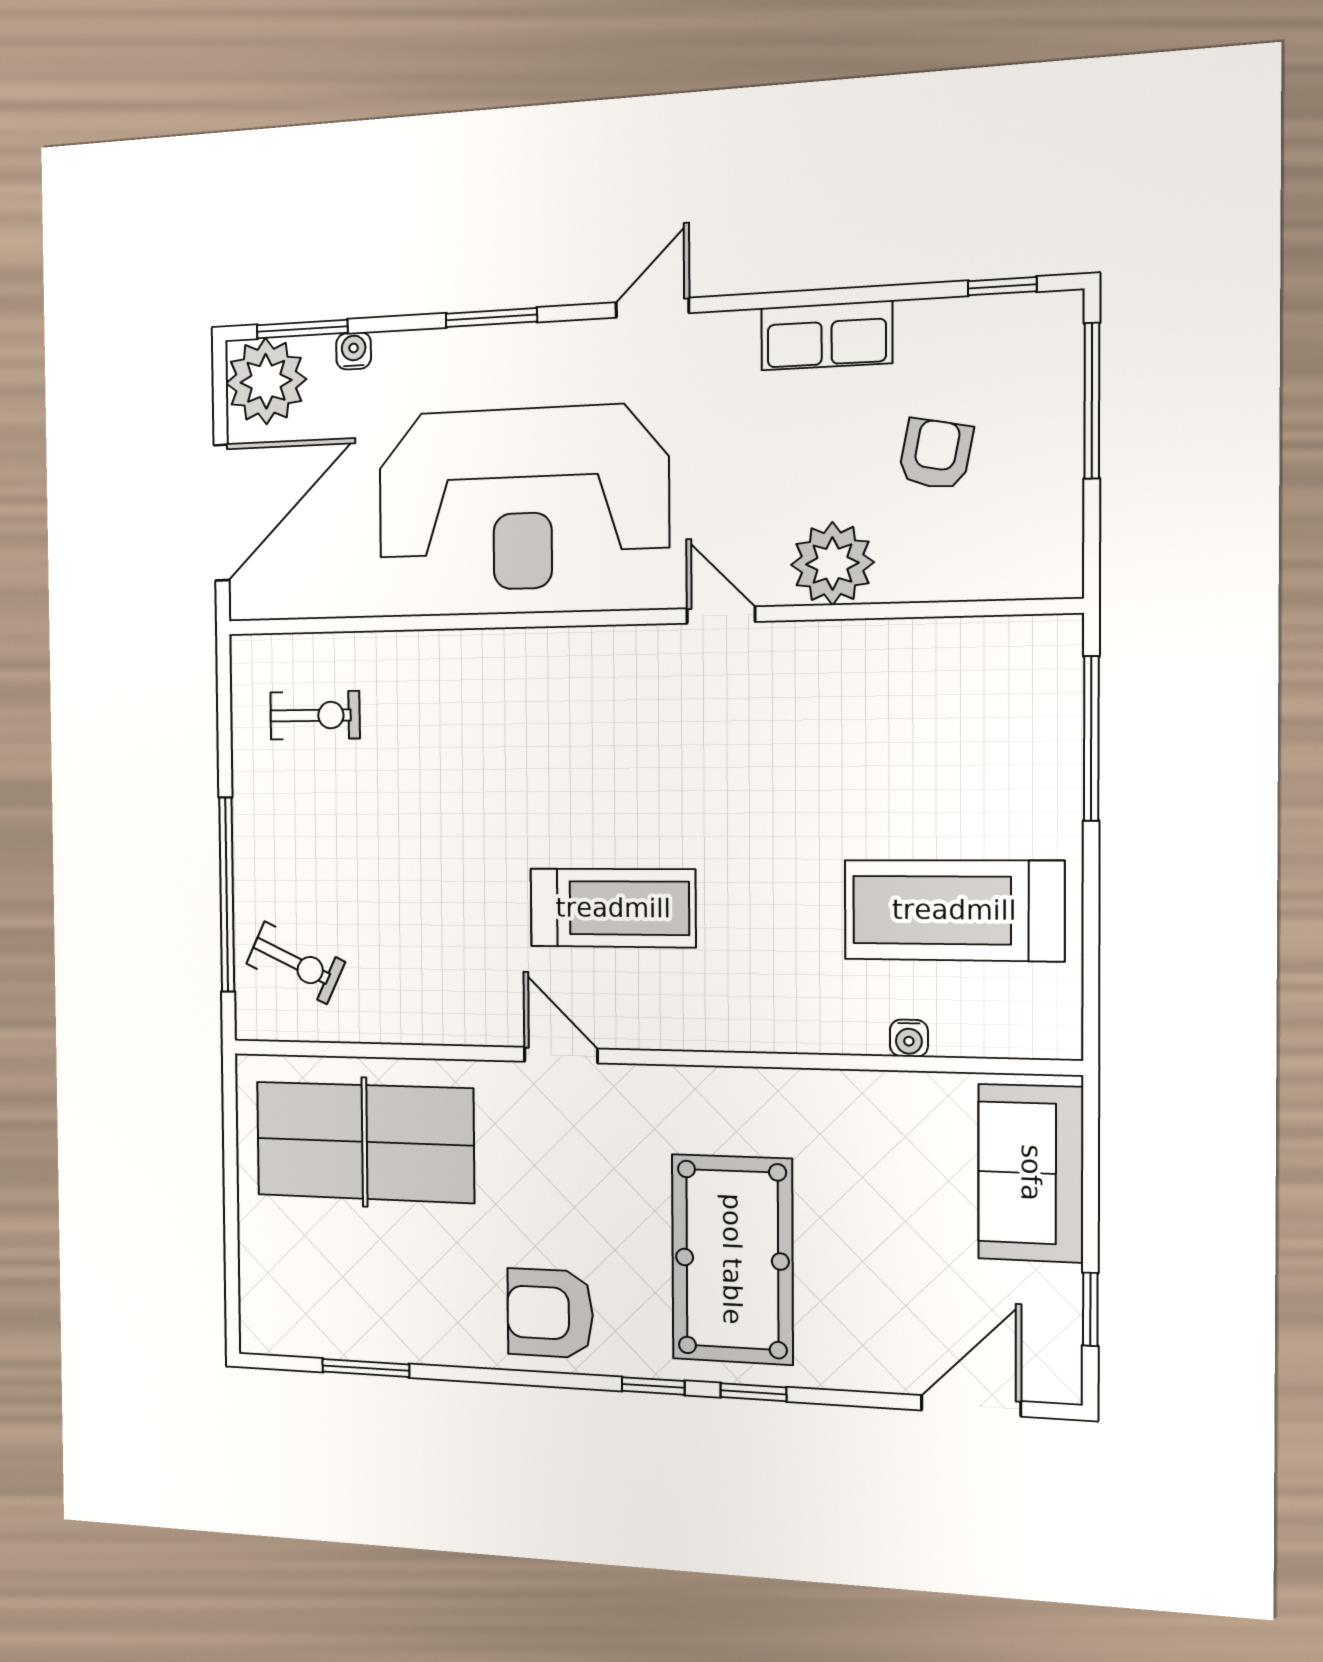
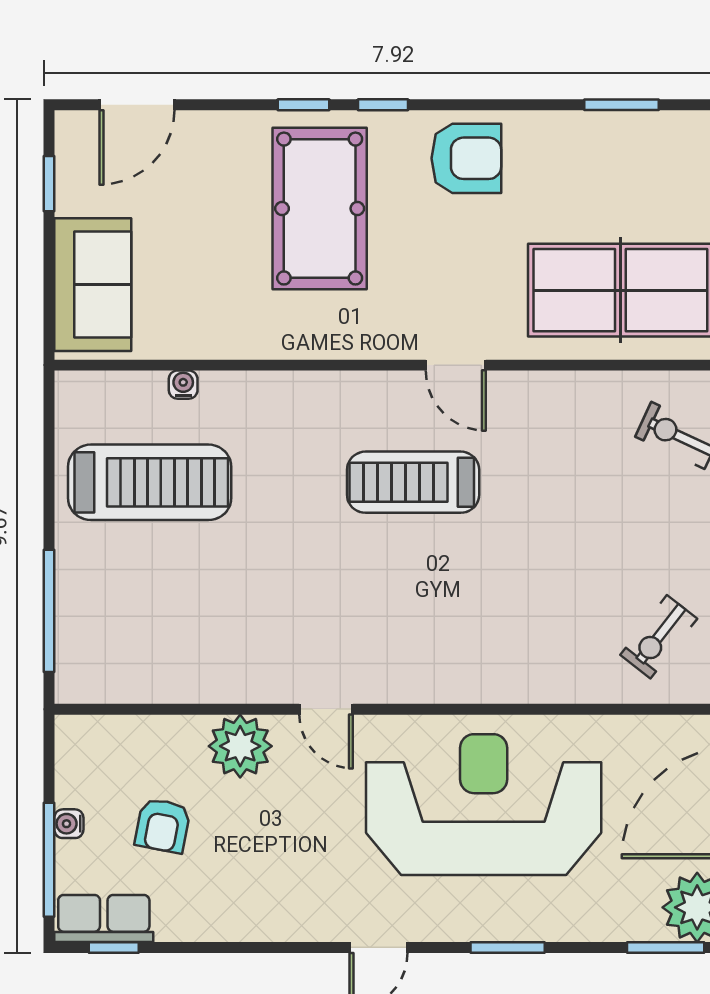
row of seats: (827, 335) -> (104, 919), moved
water cooler: (354, 351) -> (69, 824), moved, turned 90
exercise bike: (315, 715) -> (659, 637), turned -52

